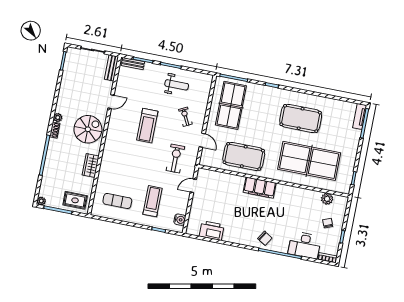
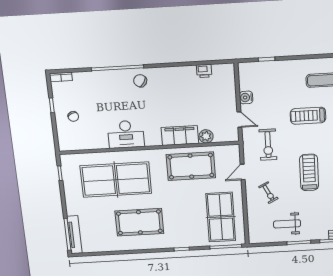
tv unit: (360, 117) -> (74, 235), width x1.41
door: (202, 140) -> (243, 172), hinge flipped
door: (193, 186) -> (239, 120), hinge flipped
filing cabinet: (260, 188) -> (180, 135), moved
plant: (327, 199) -> (206, 136), moved
treadmill: (152, 201) -> (308, 116), moved, turned 90
water cooler: (180, 220) -> (246, 97), moved
printer: (212, 231) -> (204, 71), width x0.53, depth x0.68
desk: (305, 245) -> (126, 134), moved, turned 180

